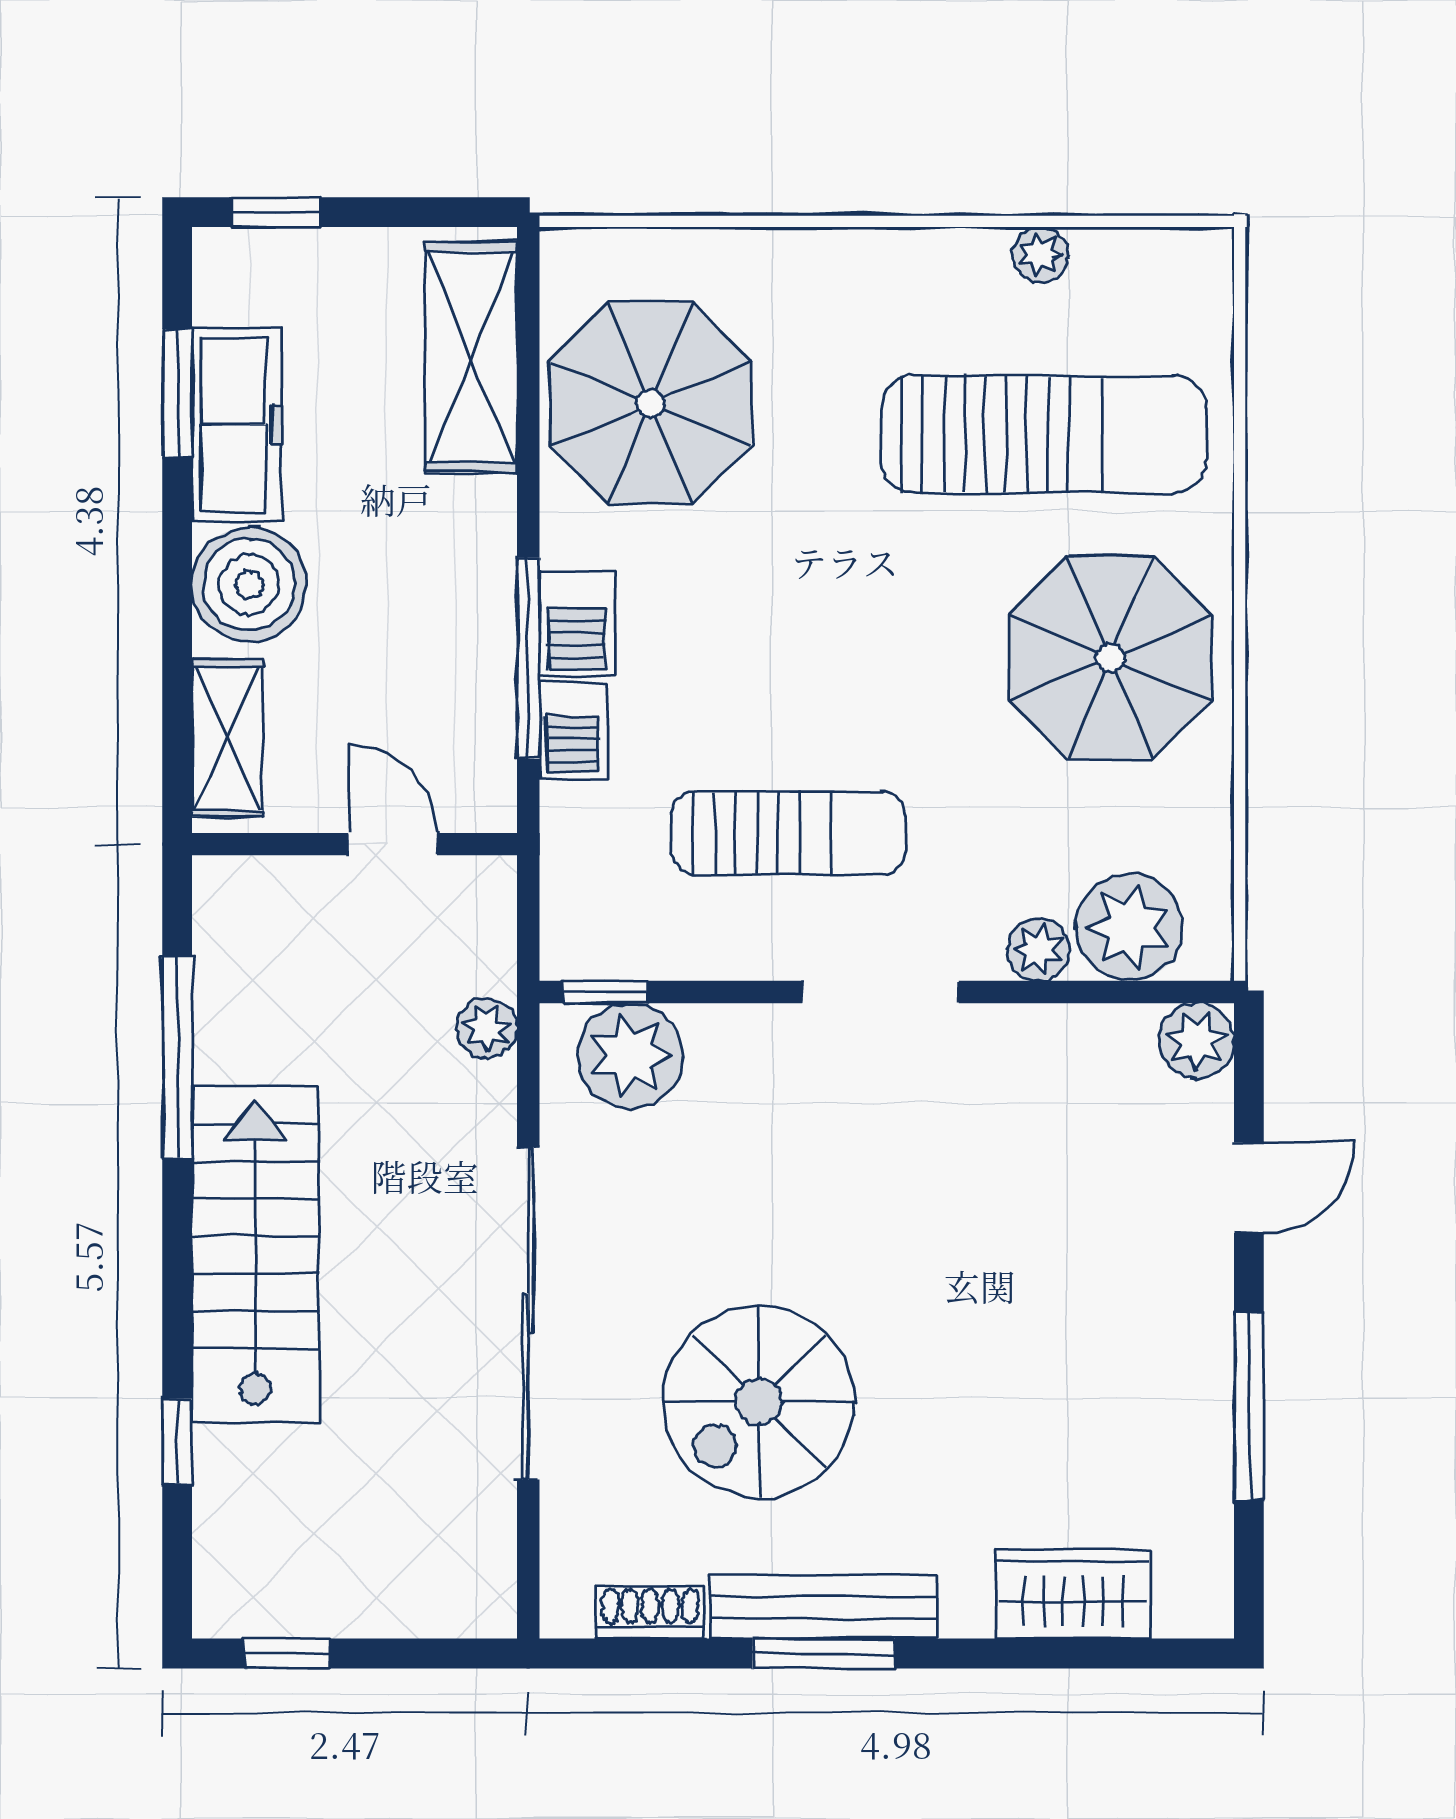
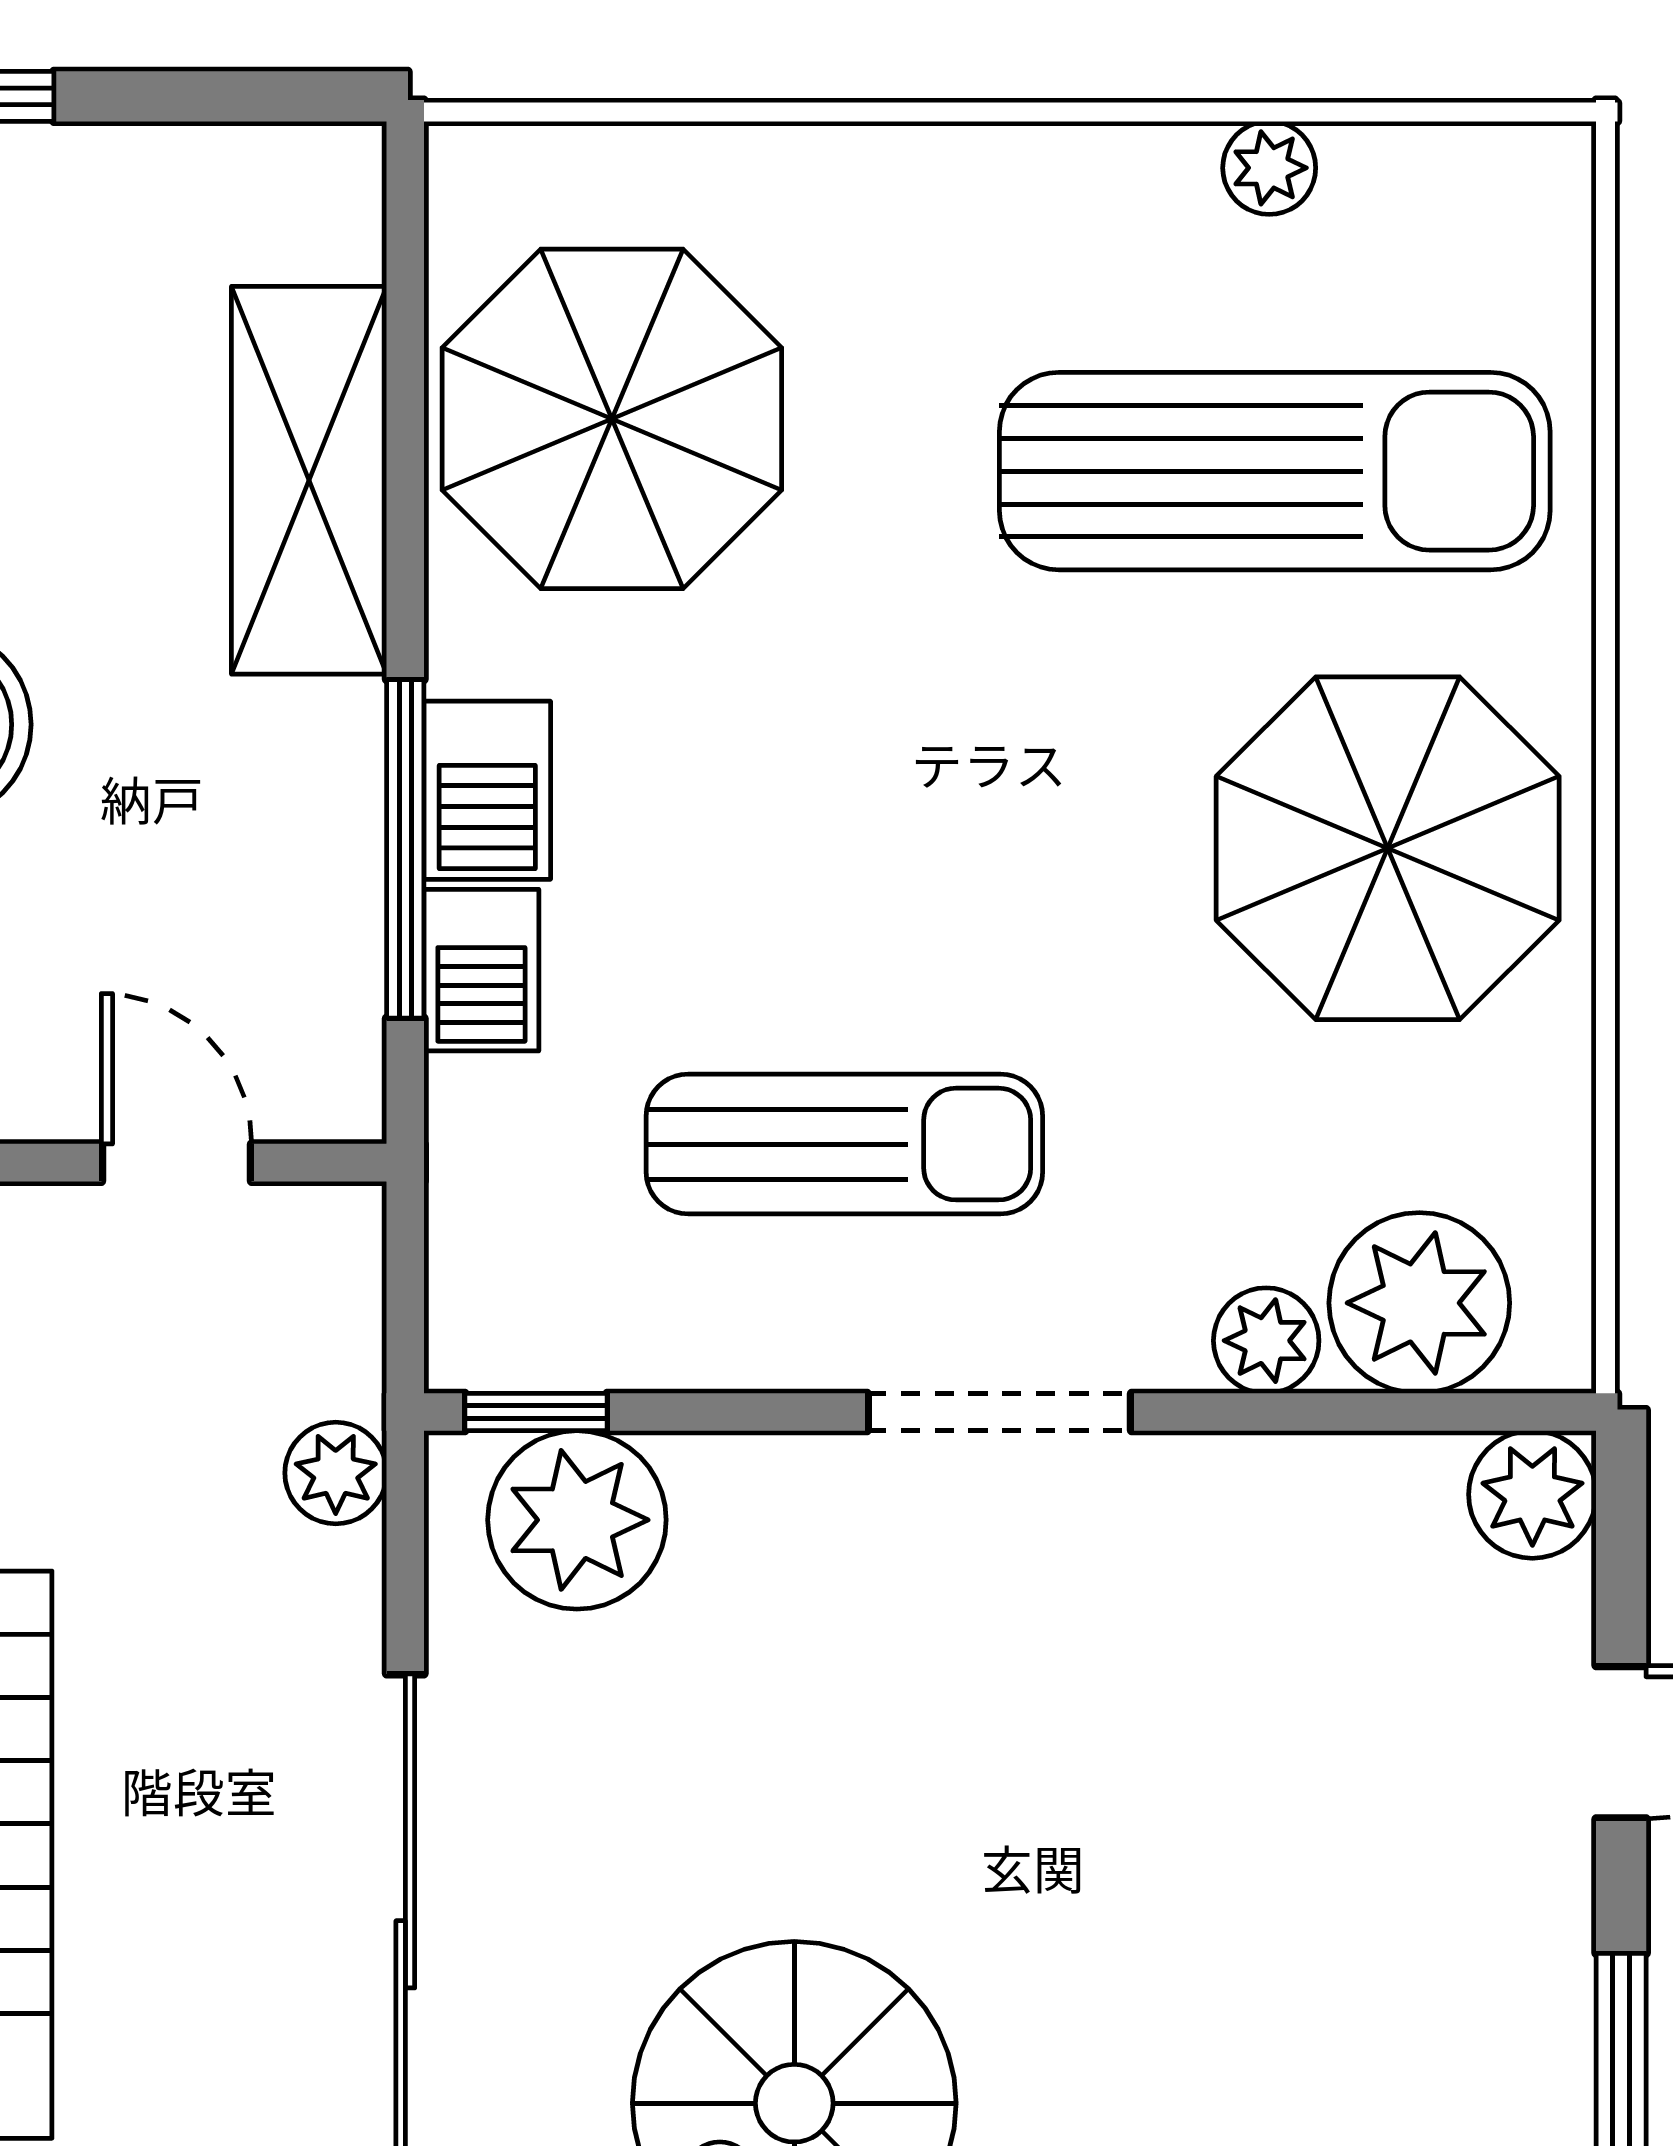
shelving: (471, 357) -> (309, 480), moved

